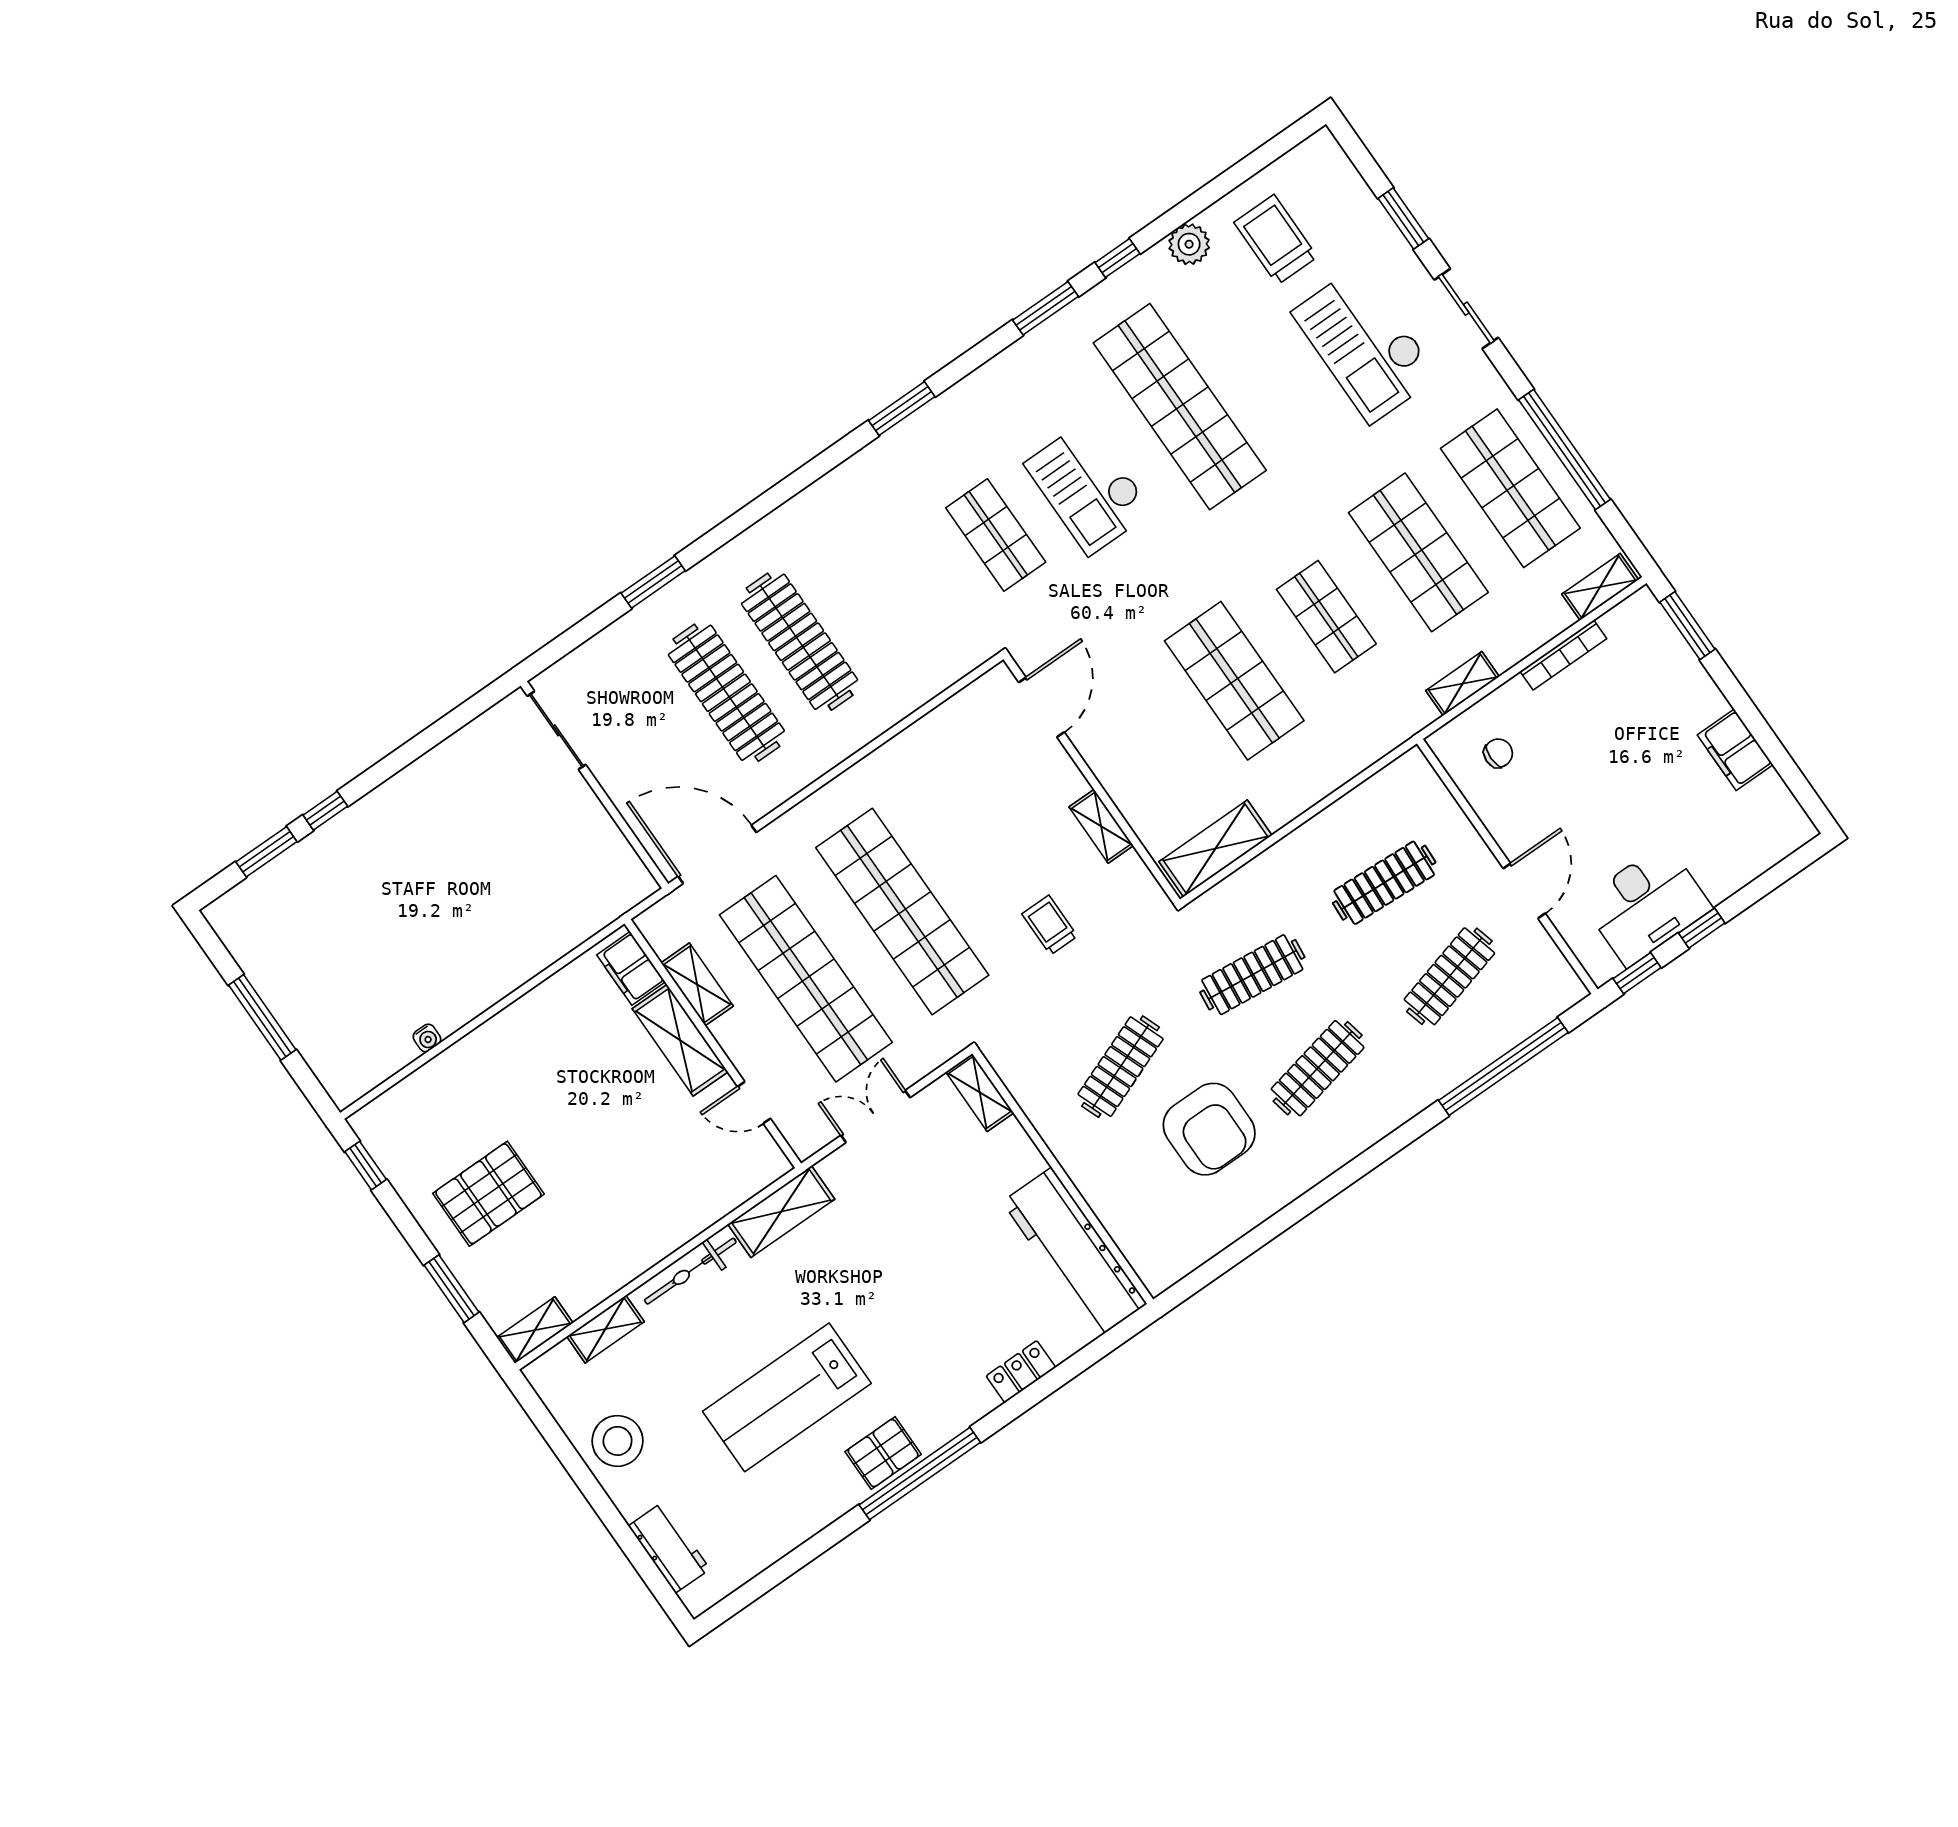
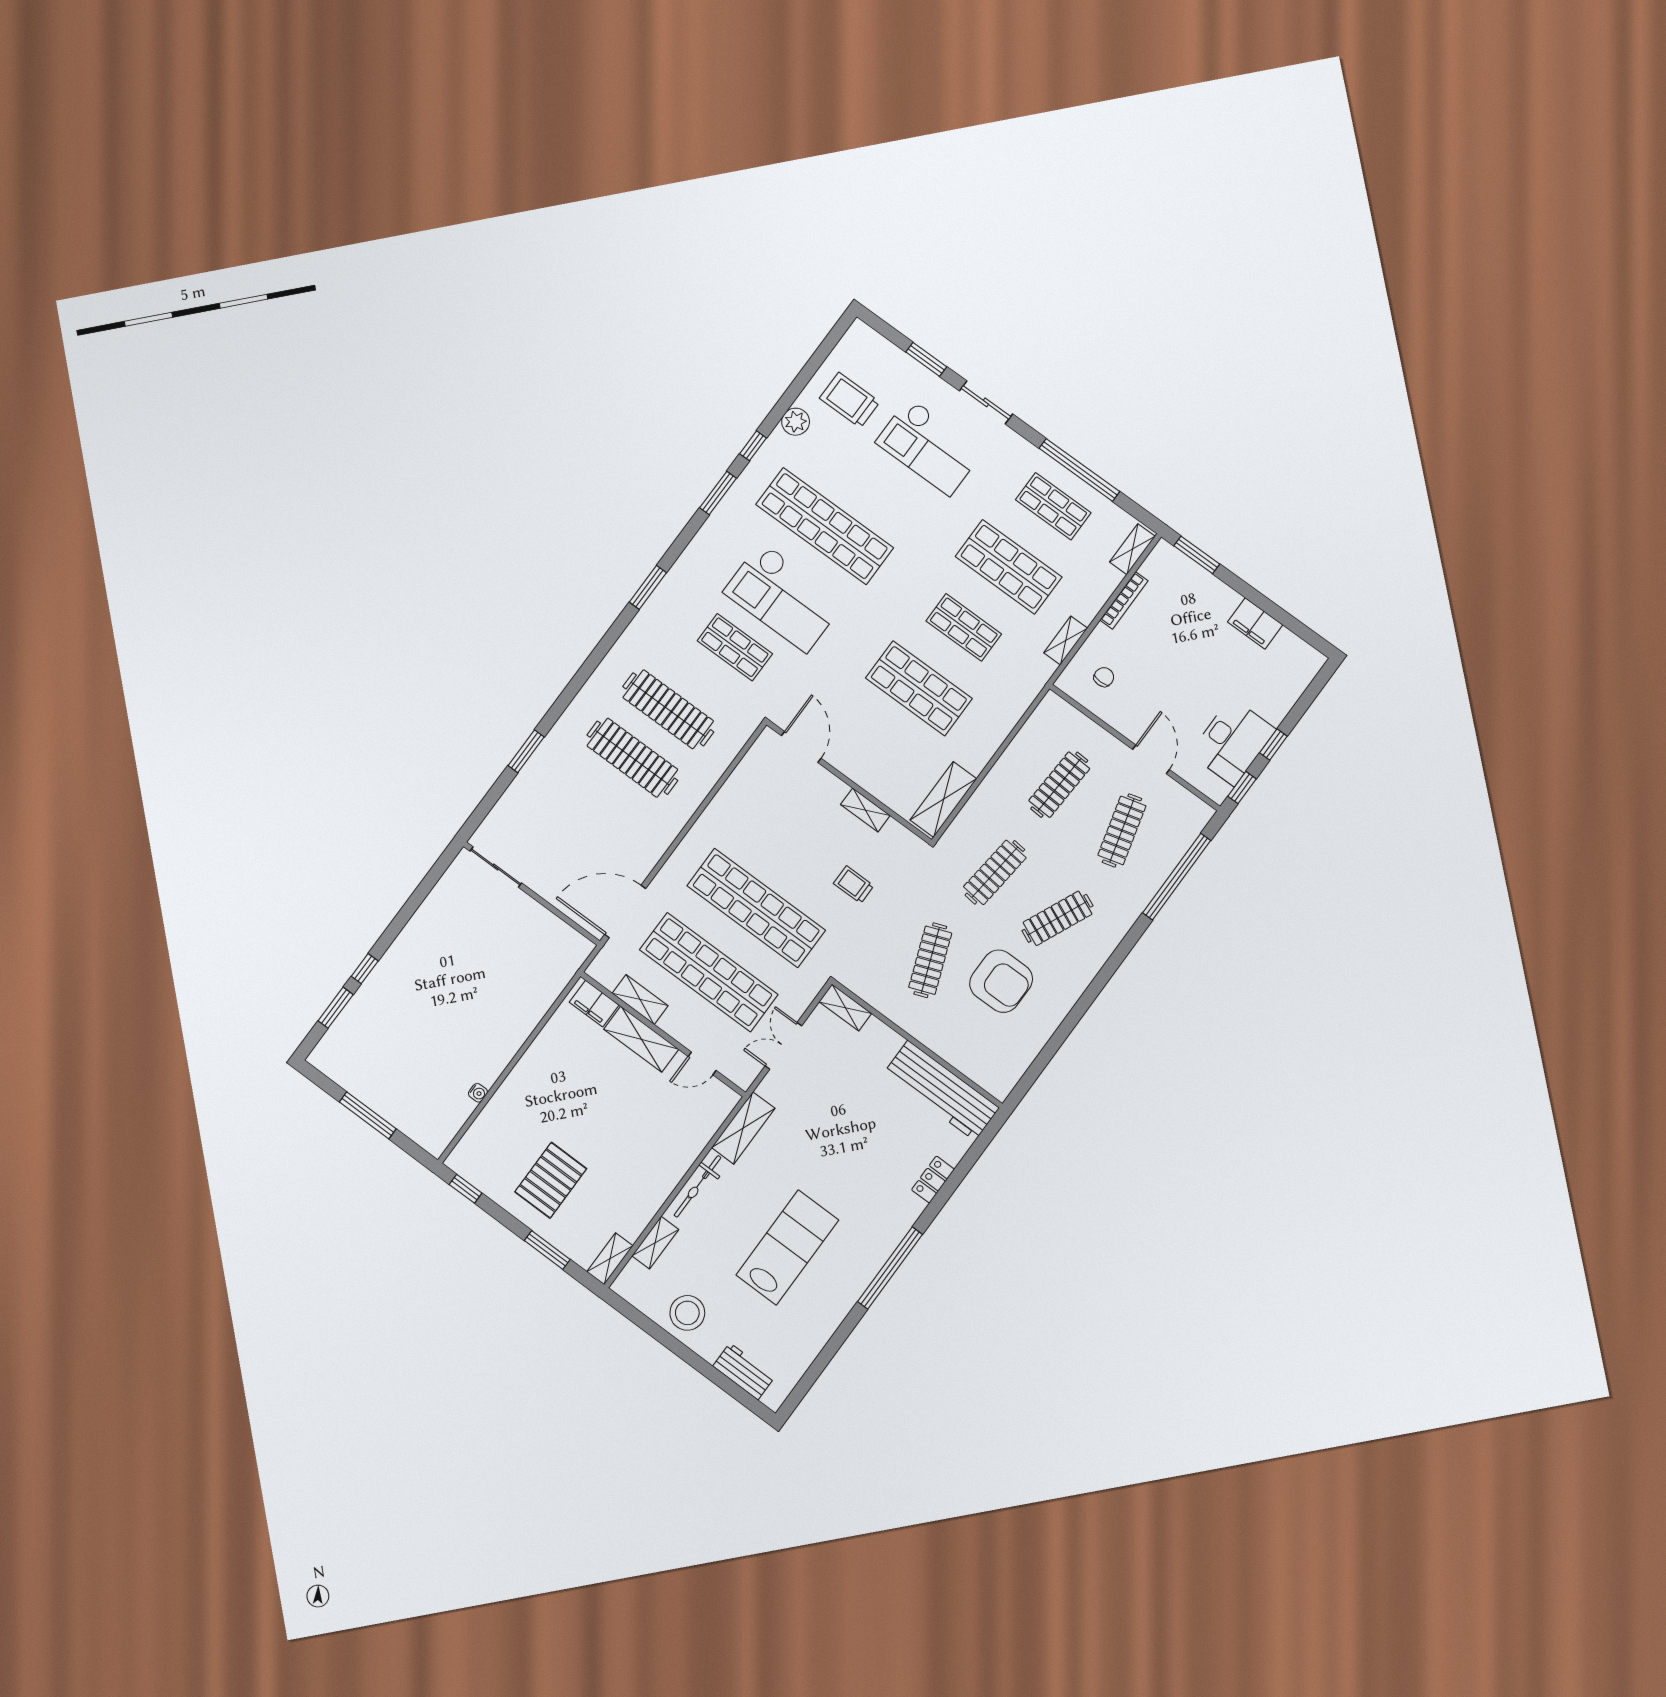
checkout: (1088, 488) -> (784, 597), width x1.36, depth x1.21
shop shelf: (1510, 488) -> (1053, 506), width x0.70, depth x0.74
clothes rail: (726, 693) -> (668, 709), moved
clothes rail: (1318, 1068) -> (1057, 918), turned 36
lab bench: (787, 1397) -> (787, 1247), turned 180
pallet: (883, 1453) -> (862, 1263), removed

